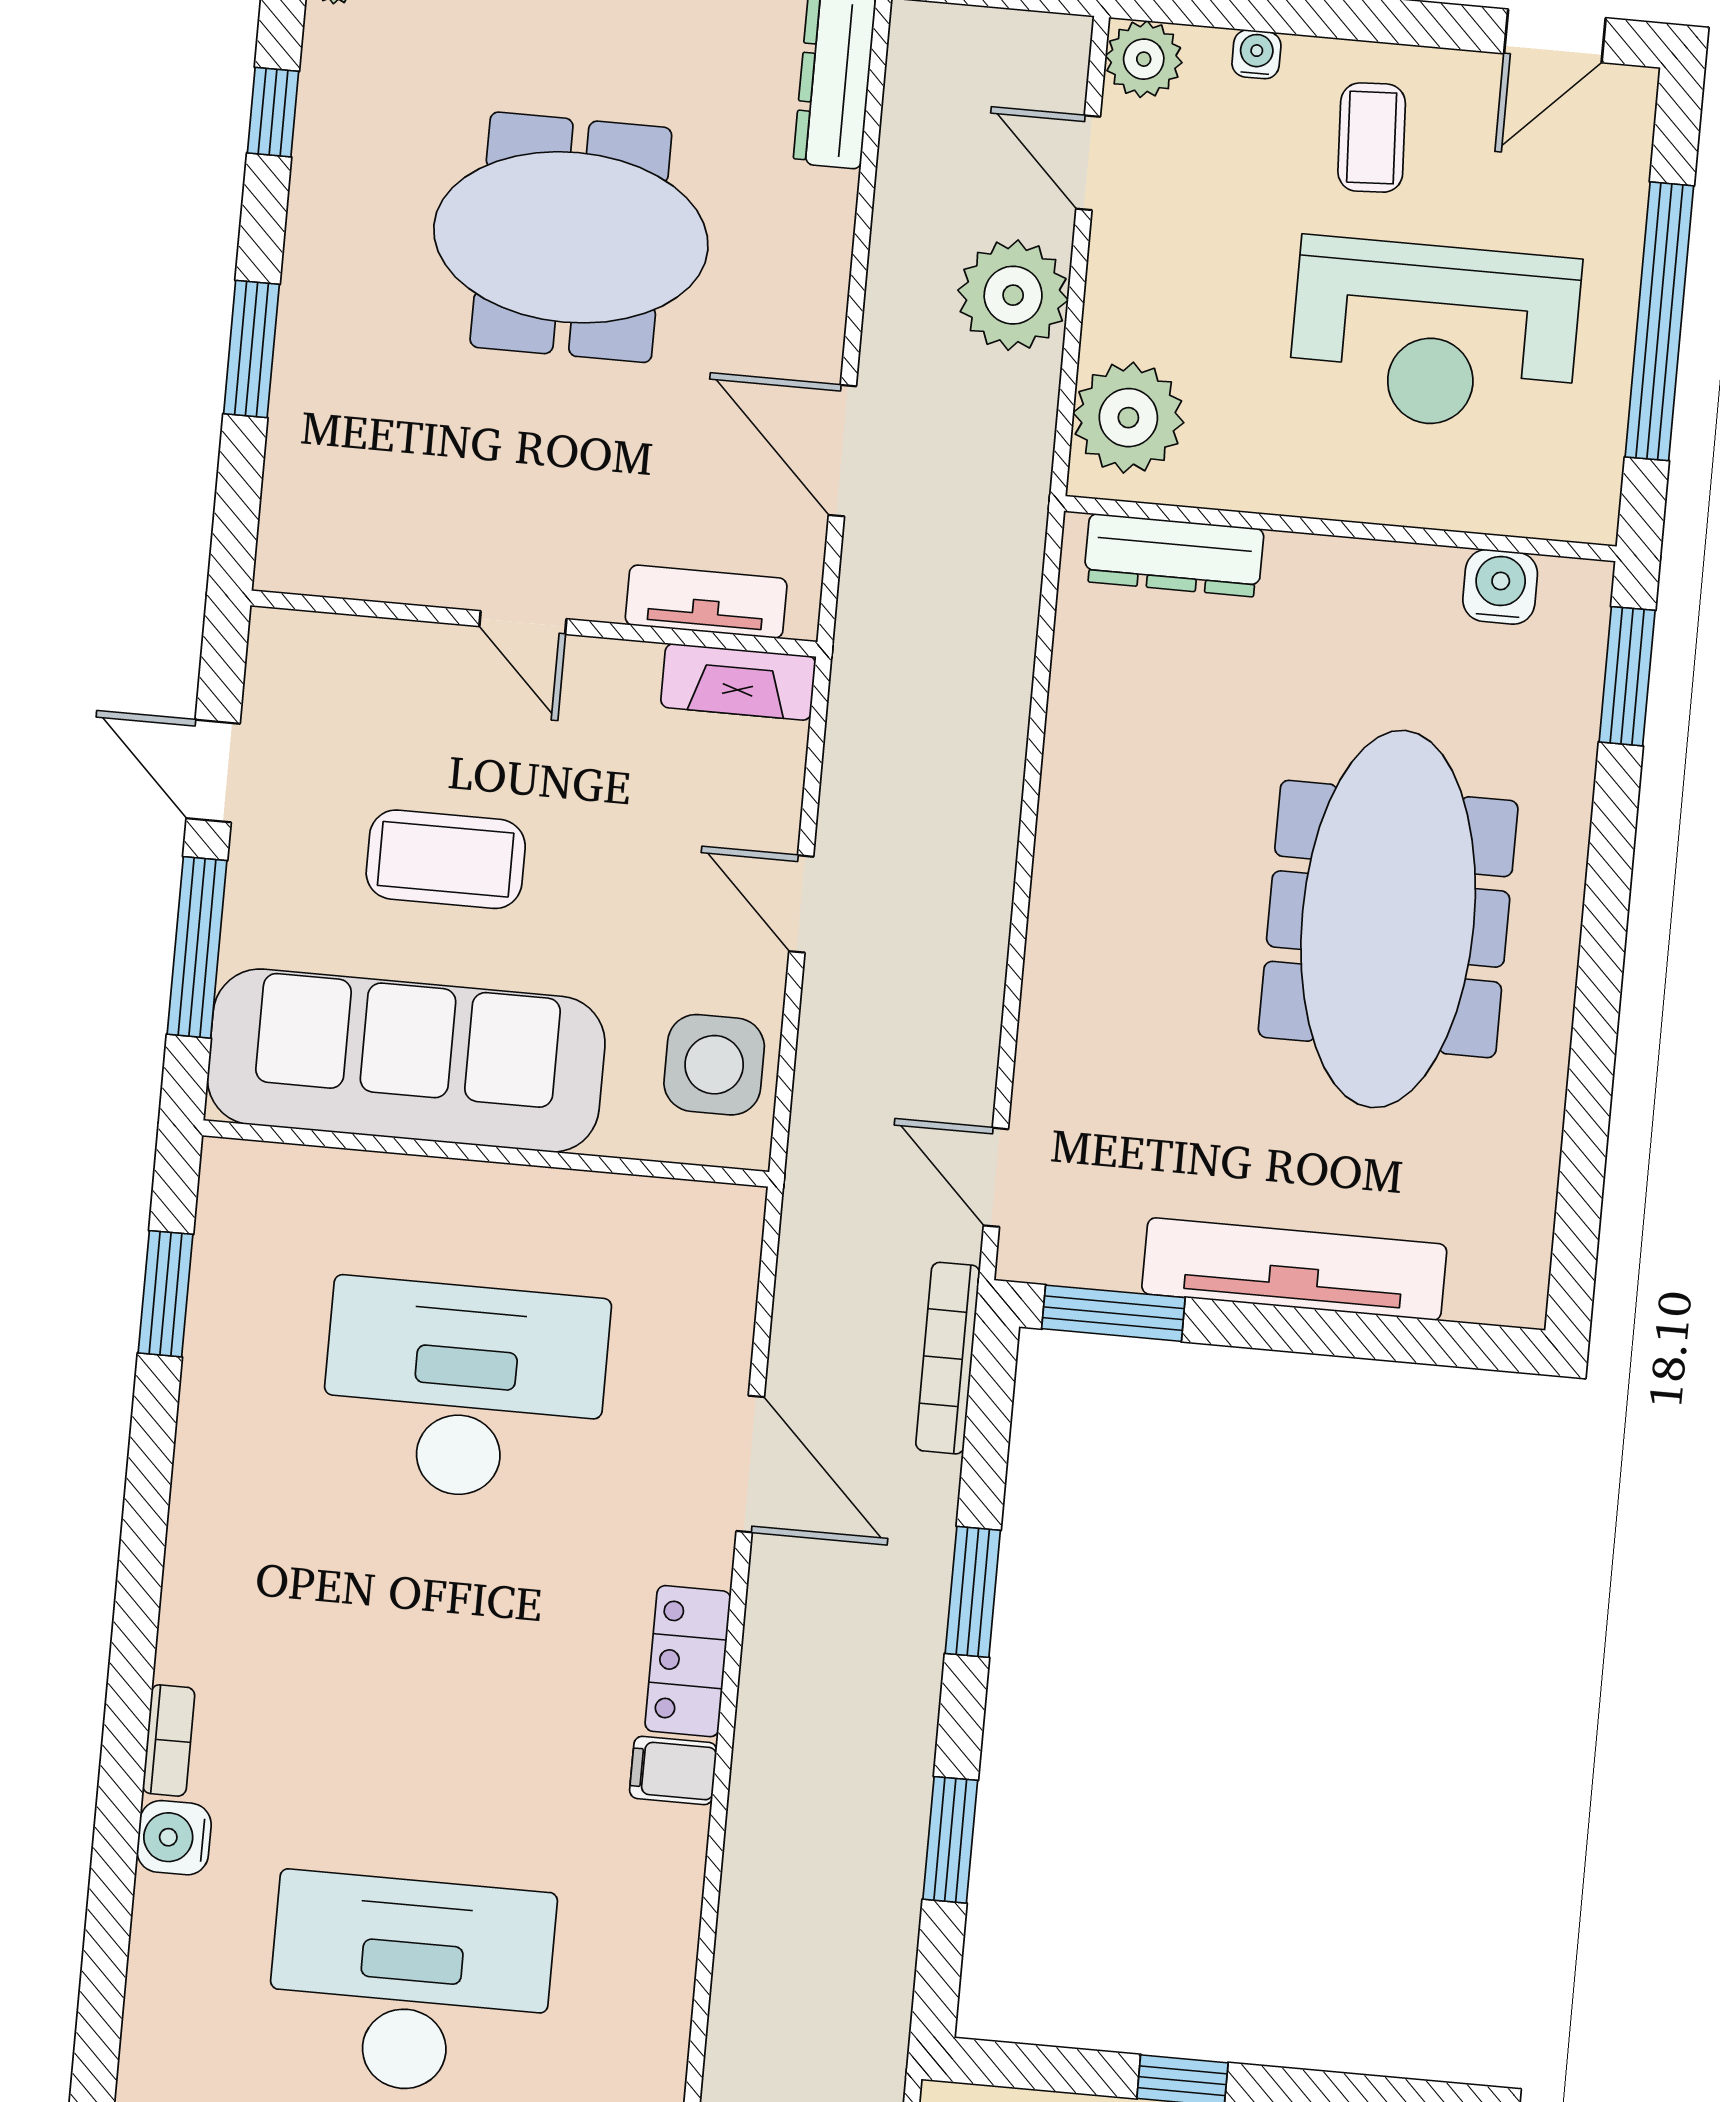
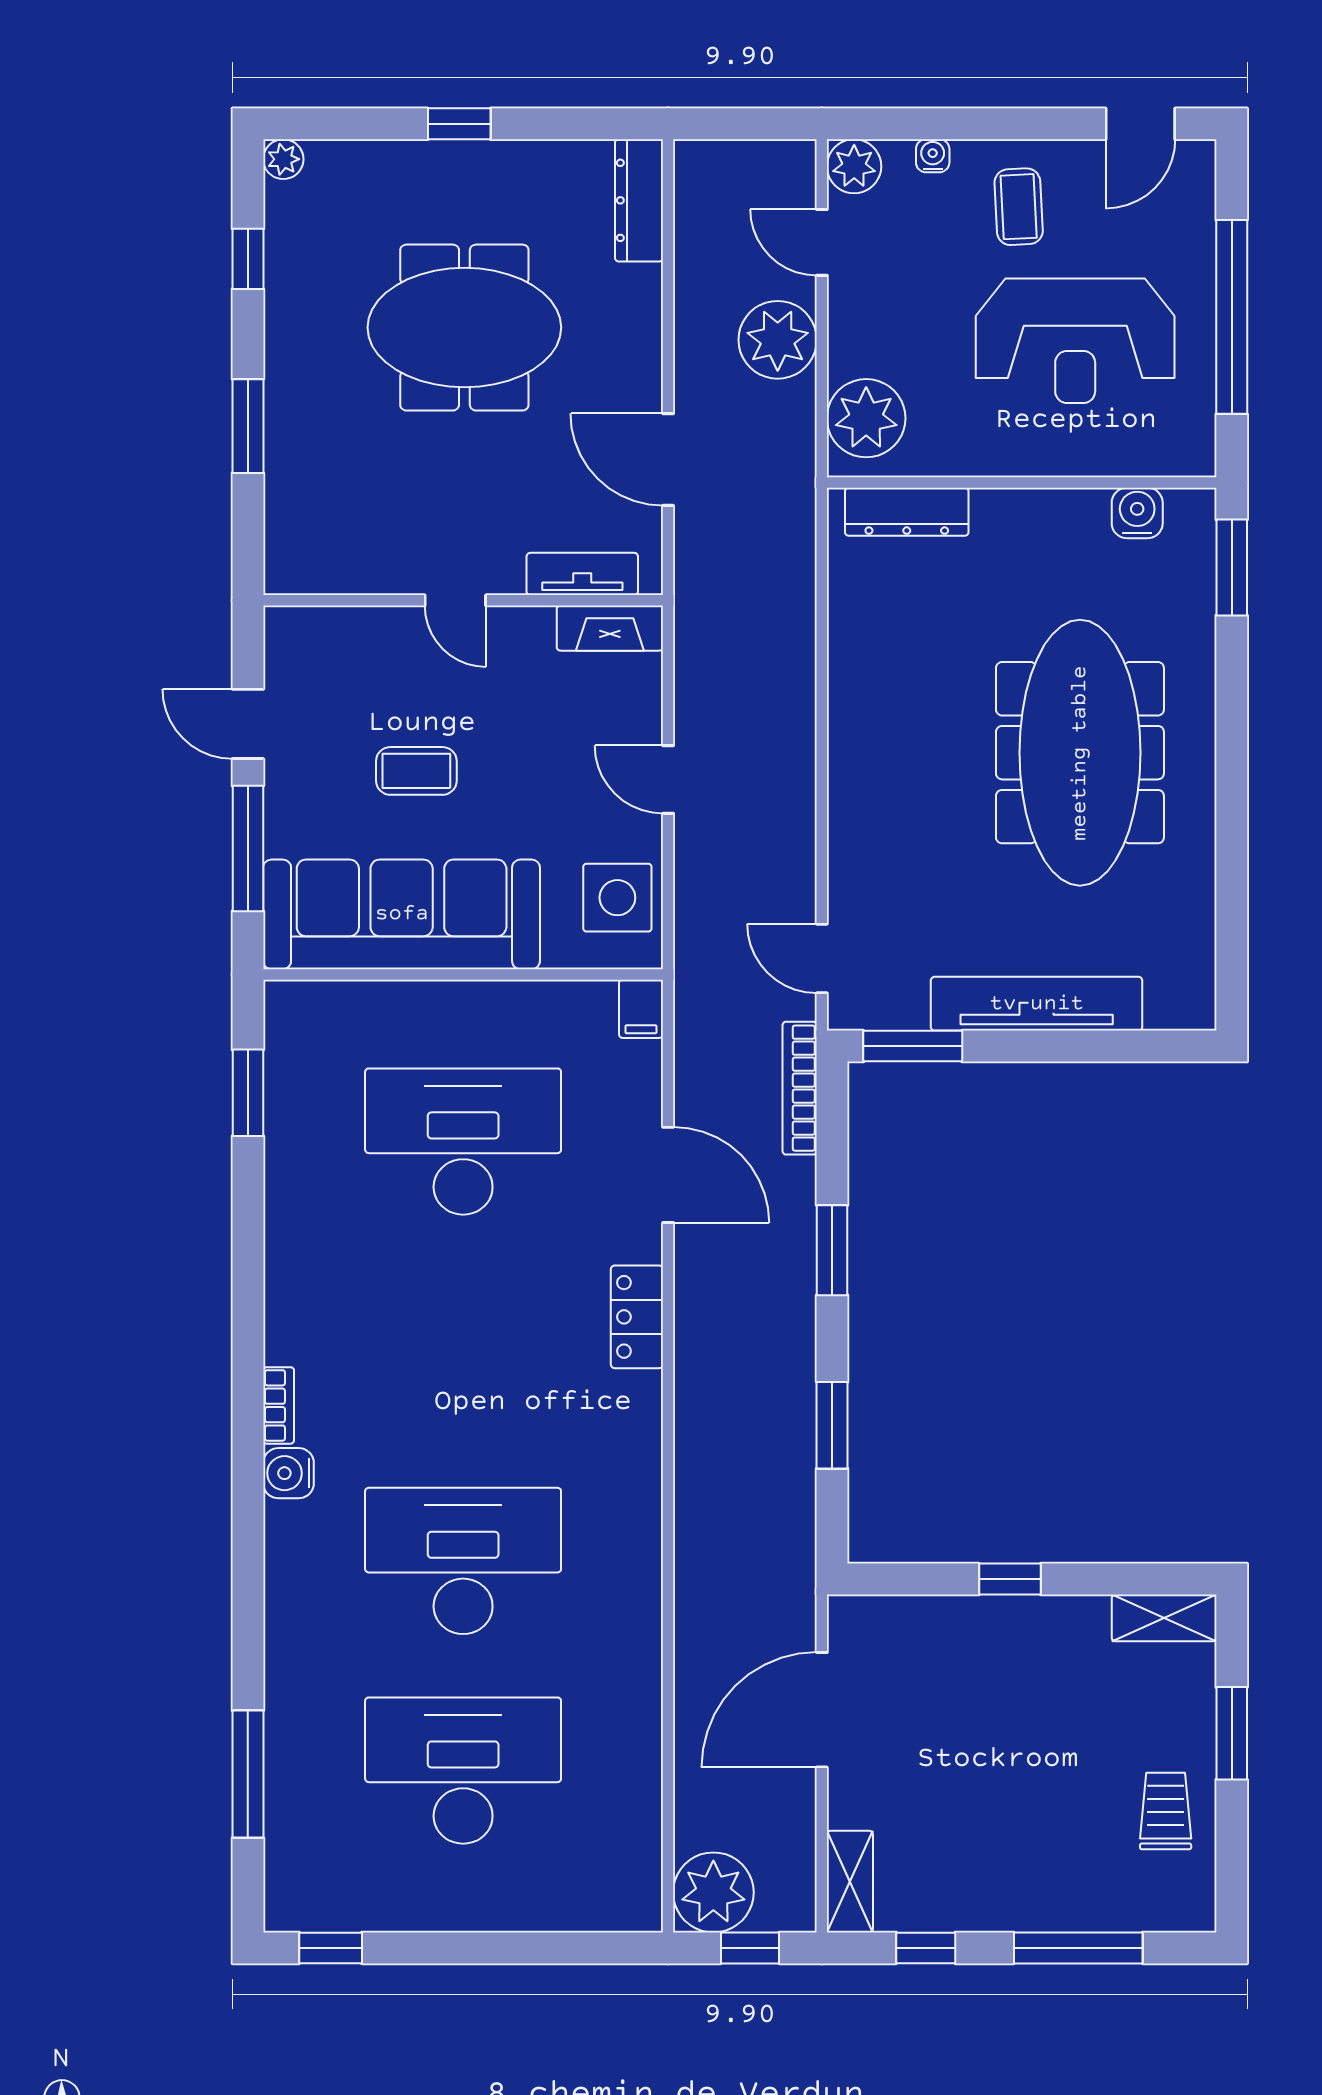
coffee table: (446, 859) -> (416, 771), width x0.73, depth x0.77
filing cabinet: (673, 1771) -> (641, 1009), moved, turned -90

